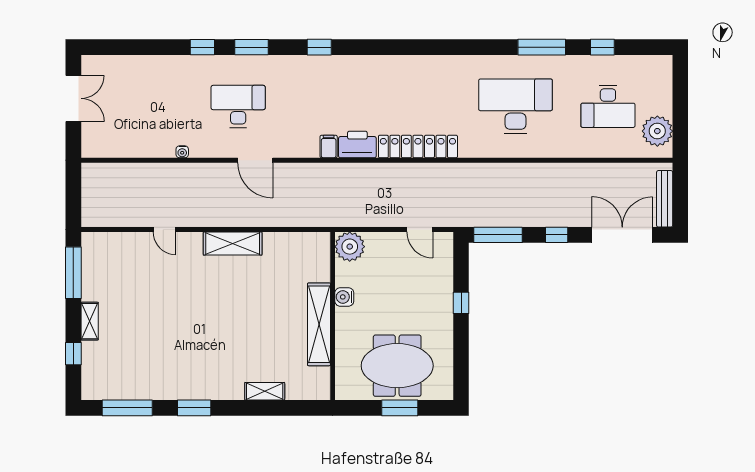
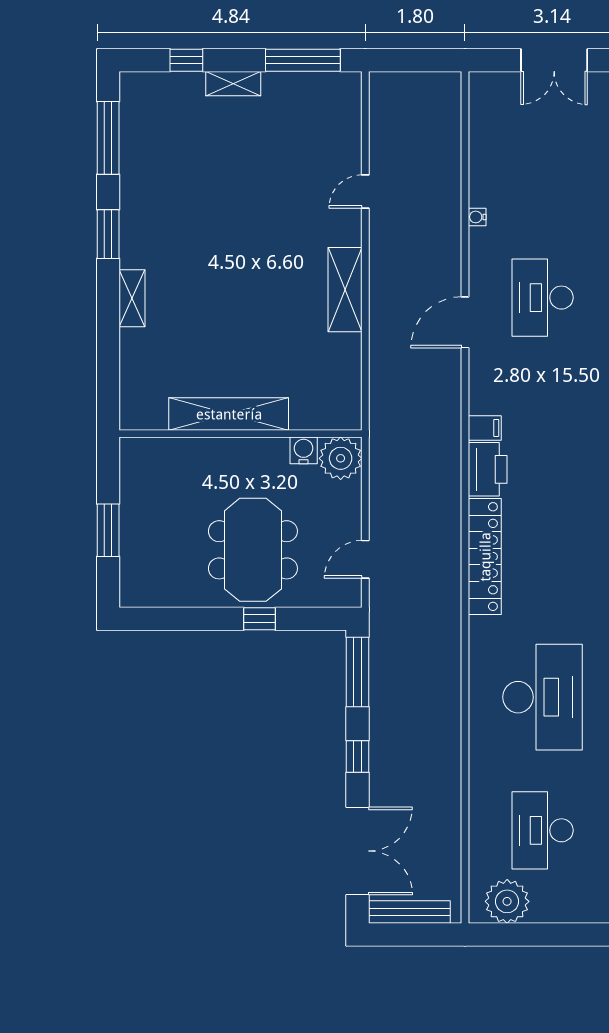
desk: (238, 106) -> (543, 298), turned 180
water cooler: (344, 297) -> (304, 450), moved
meeting table: (397, 366) -> (253, 550), moved
shelving: (265, 391) -> (132, 298), moved

